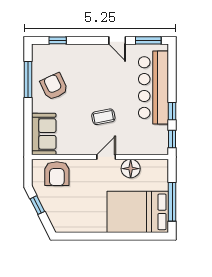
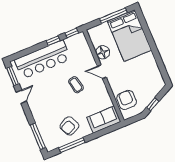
window: (58, 40) -> (38, 136), width x2.17
armchair: (57, 174) -> (127, 100), turned -90

